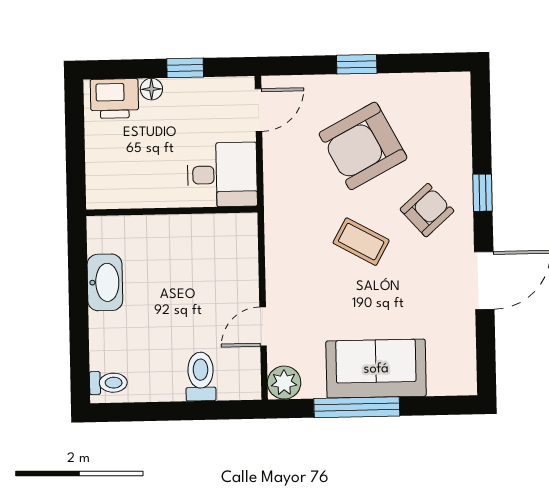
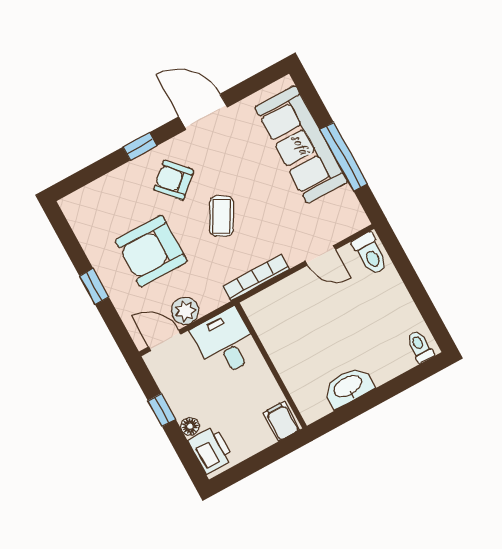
armchair: (363, 146) -> (151, 251), turned 118
filing cabinet: (106, 191) -> (282, 421), added
bookcase: (275, 244) -> (256, 278), added
sofa: (376, 369) -> (301, 144), width x1.36
toilet: (201, 376) -> (370, 254), moved, turned -90
plant: (284, 383) -> (185, 311), moved

